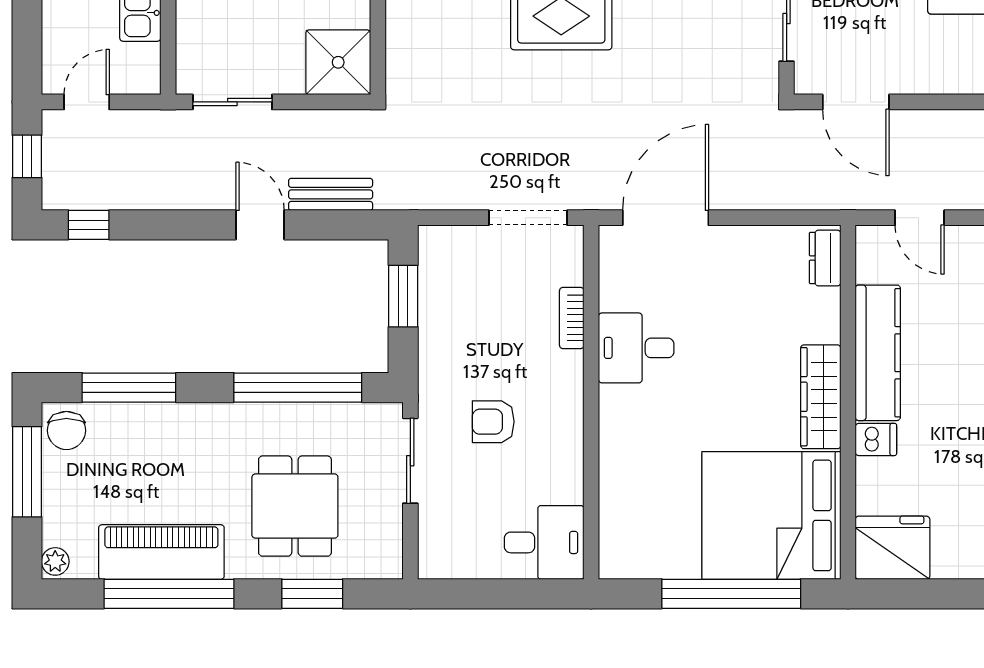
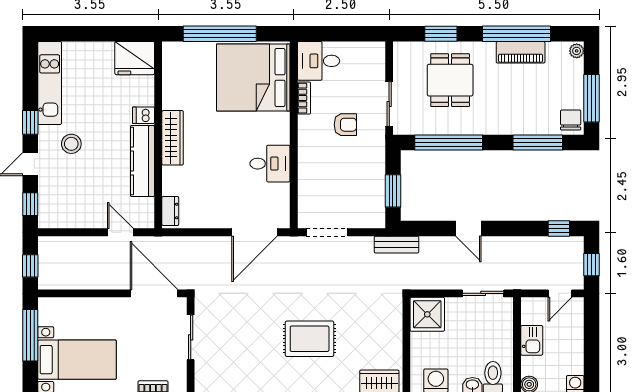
door: (856, 102) -> (154, 293), width x1.36
bench: (331, 194) -> (396, 245), moved
bookcase: (572, 318) -> (304, 98), moved
bed: (771, 515) -> (253, 77), moved, turned 180
piano: (161, 552) -> (521, 52), width x0.73, depth x0.75

